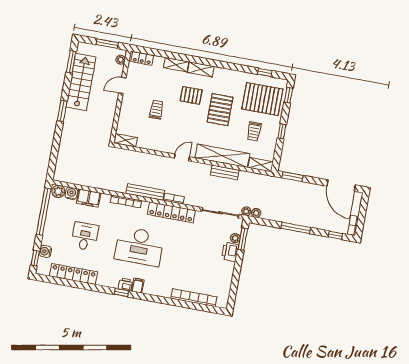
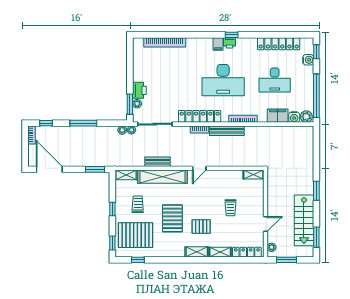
locker: (142, 58) -> (247, 252), width x1.53
desk: (85, 236) -> (275, 80), width x1.37
desk: (139, 246) -> (223, 80), turned 180

